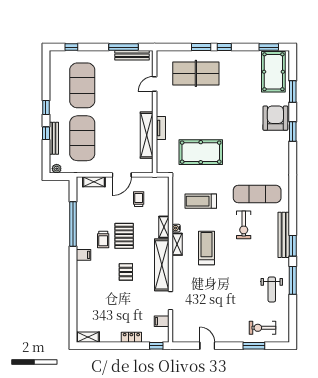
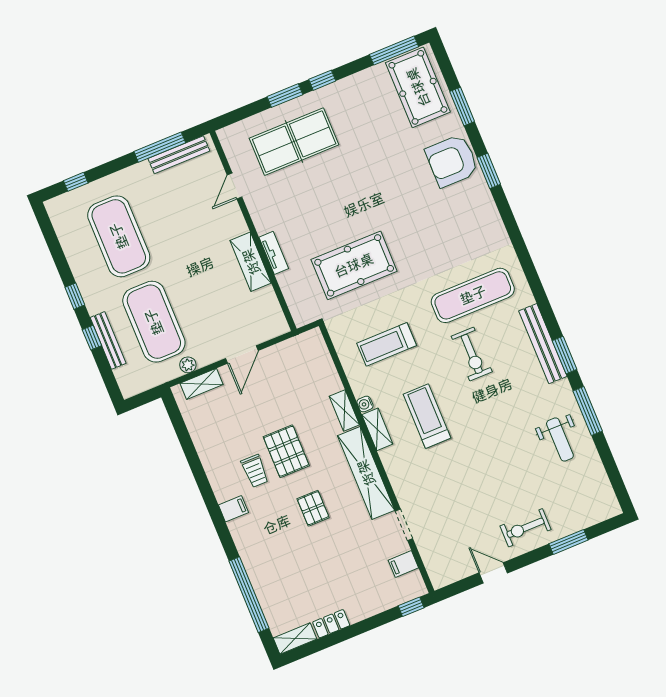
window: (269, 47) -> (394, 51), width x1.44
armchair: (275, 118) -> (452, 161), turned -90
shelving: (147, 135) -> (251, 262), width x0.68
plant: (57, 169) -> (188, 365), moved
trolley: (139, 199) -> (285, 382), removed
window: (73, 224) -> (249, 595), moved
exercise bike: (263, 328) -> (525, 528), moved
locker: (131, 337) -> (331, 624), moved

